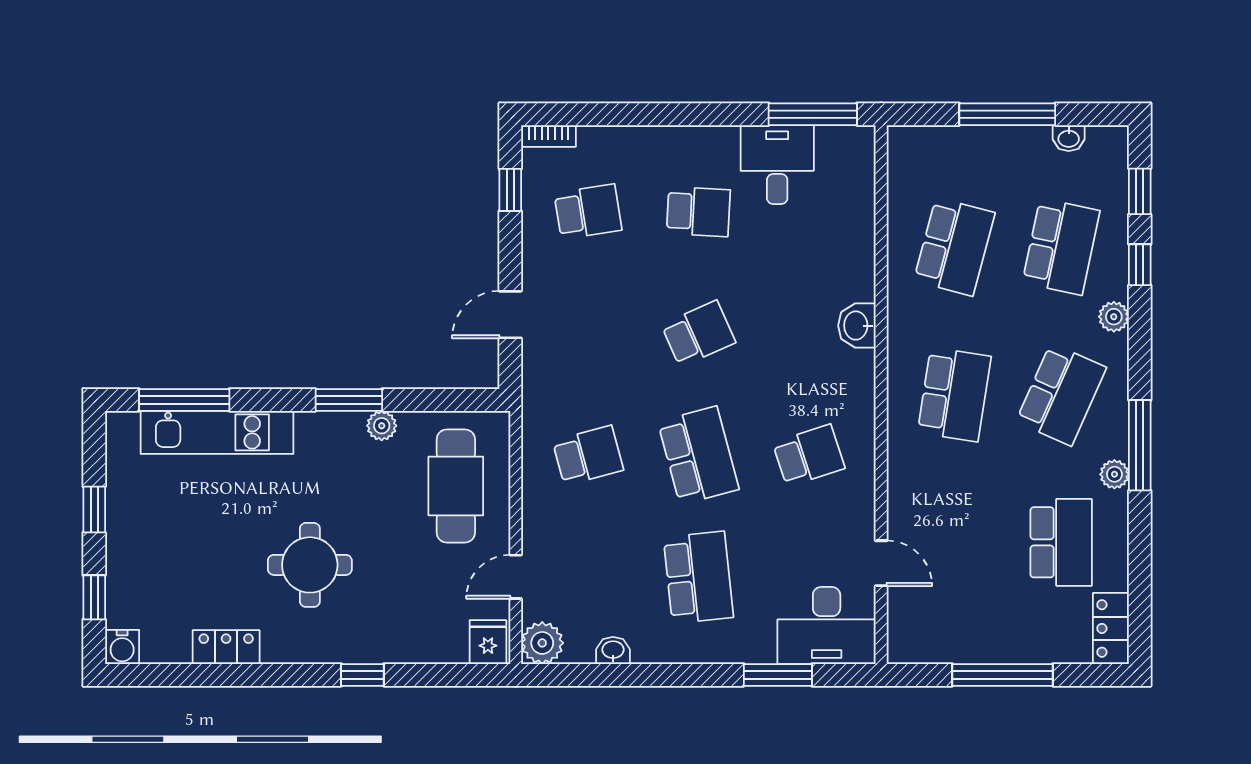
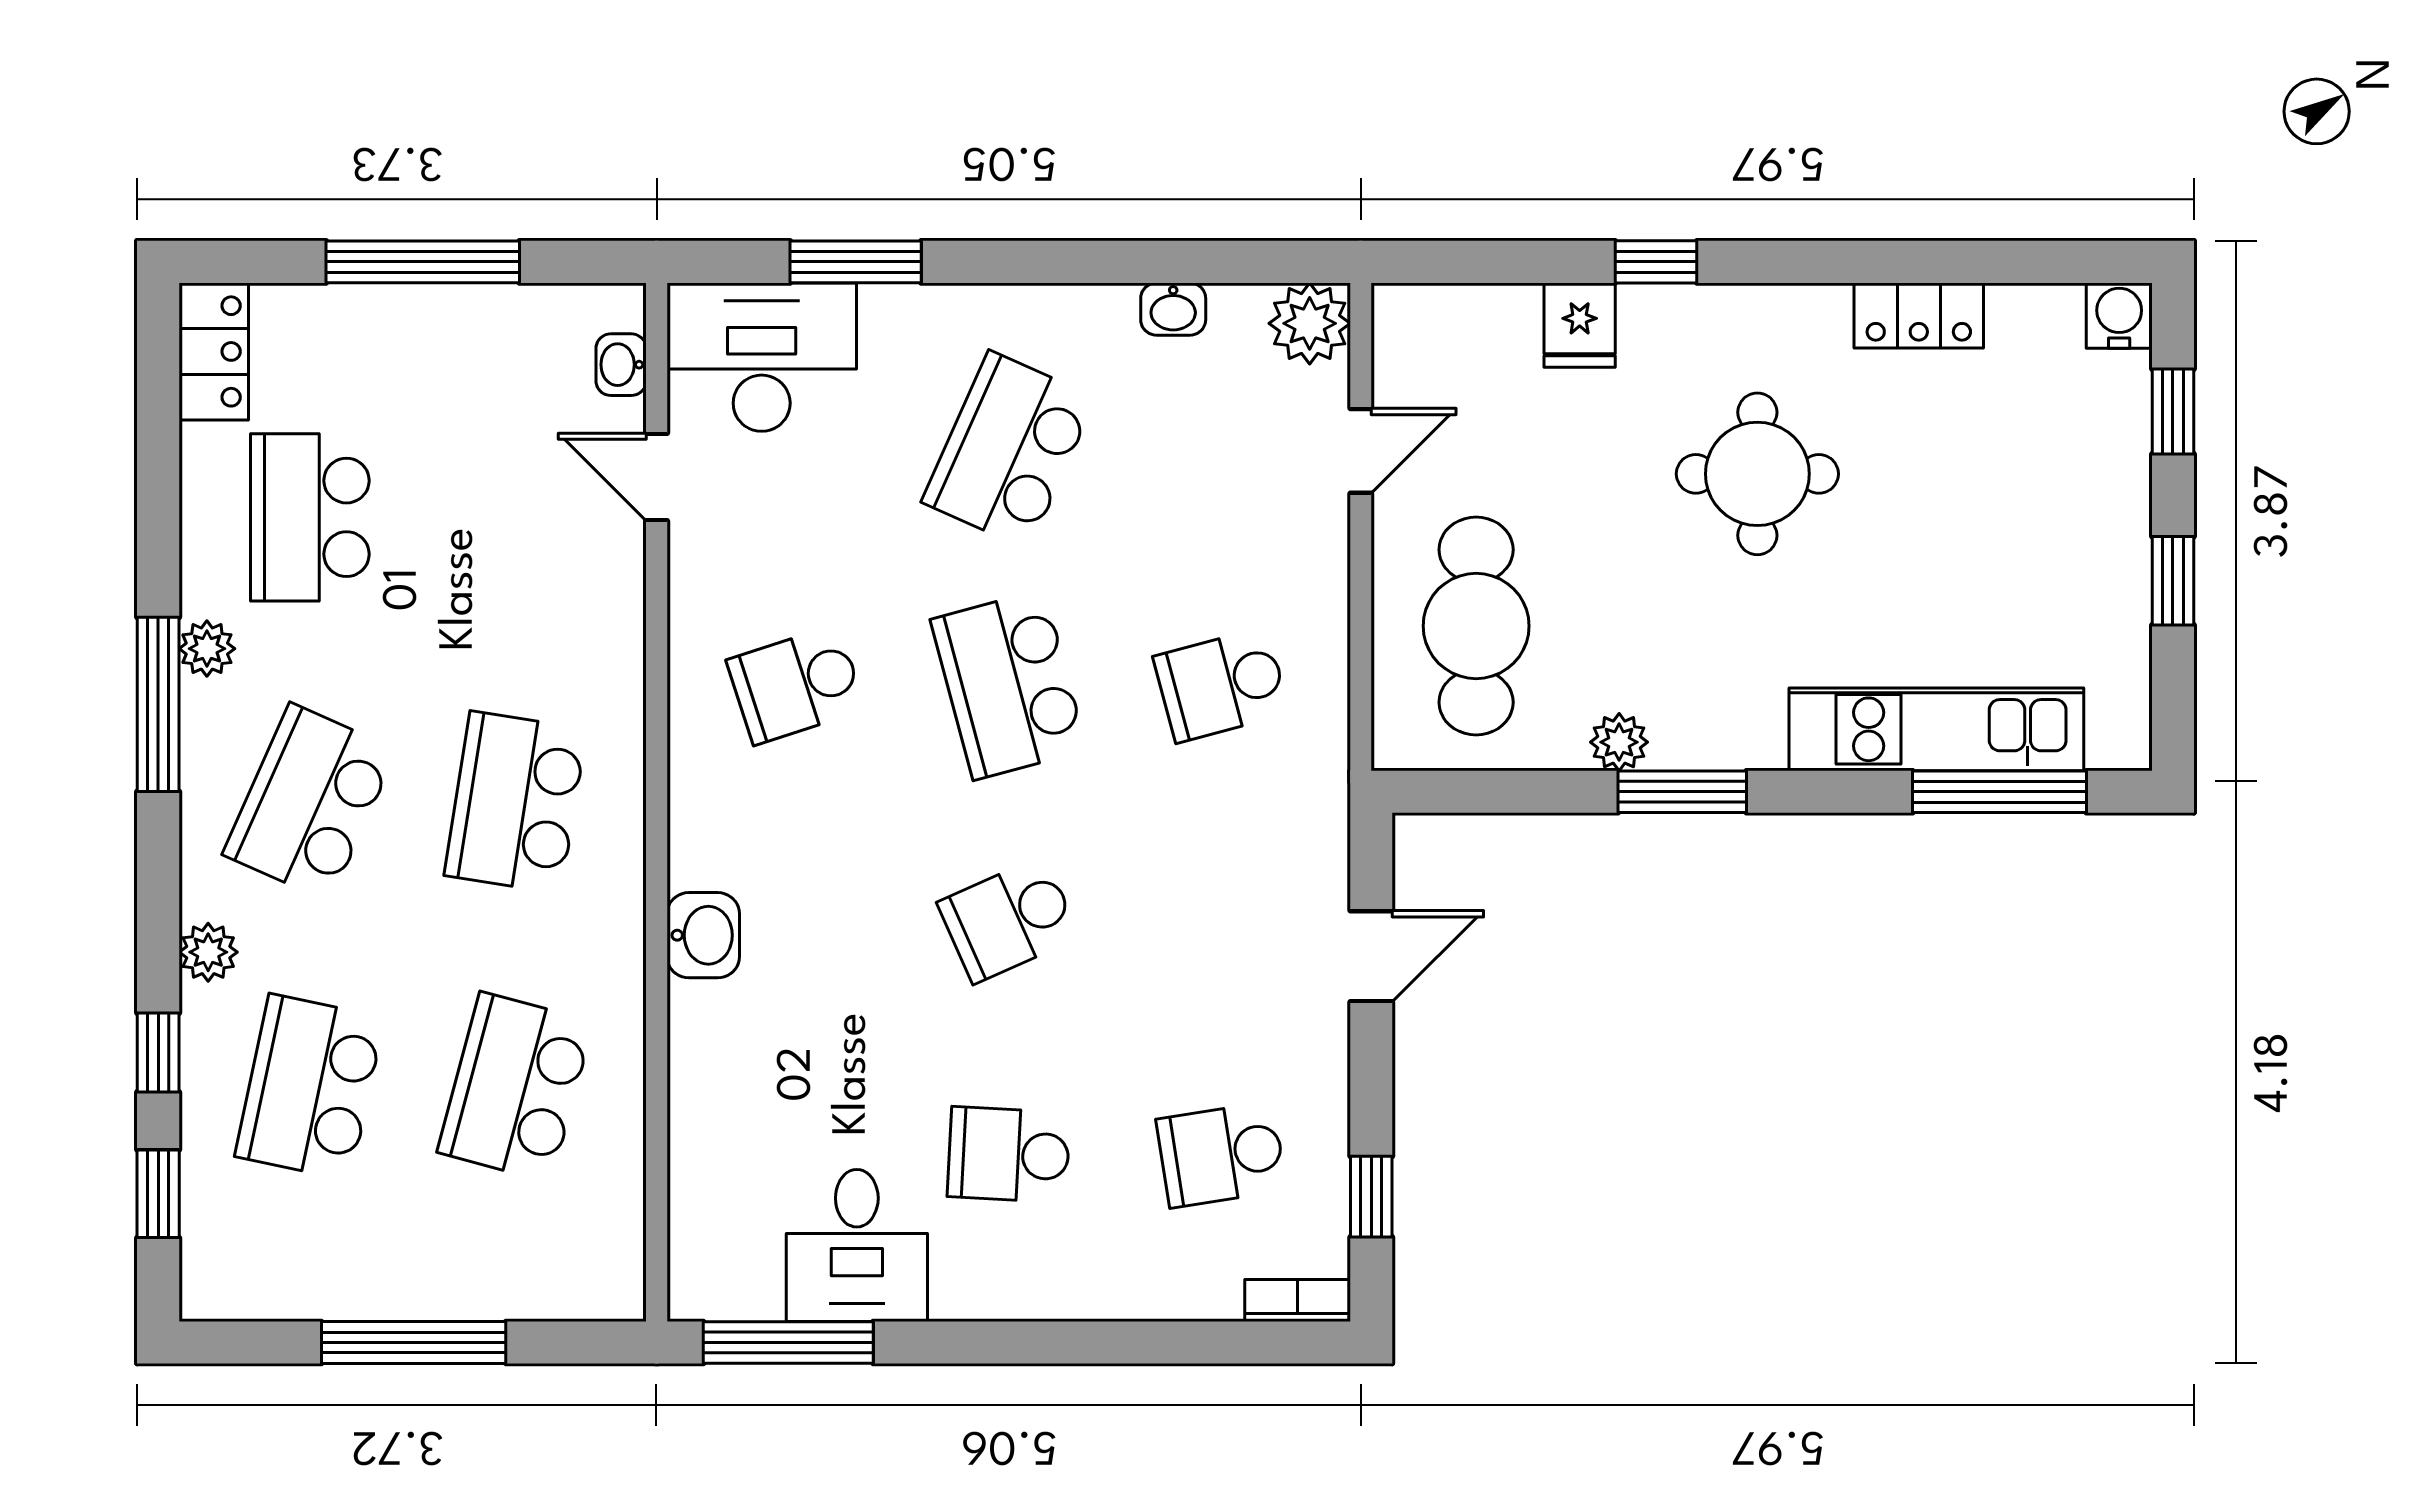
washbasin: (1069, 138) -> (621, 365), moved, turned -90
school desk: (698, 577) -> (1009, 450), turned 30
fridge: (488, 642) -> (1580, 325), moved

